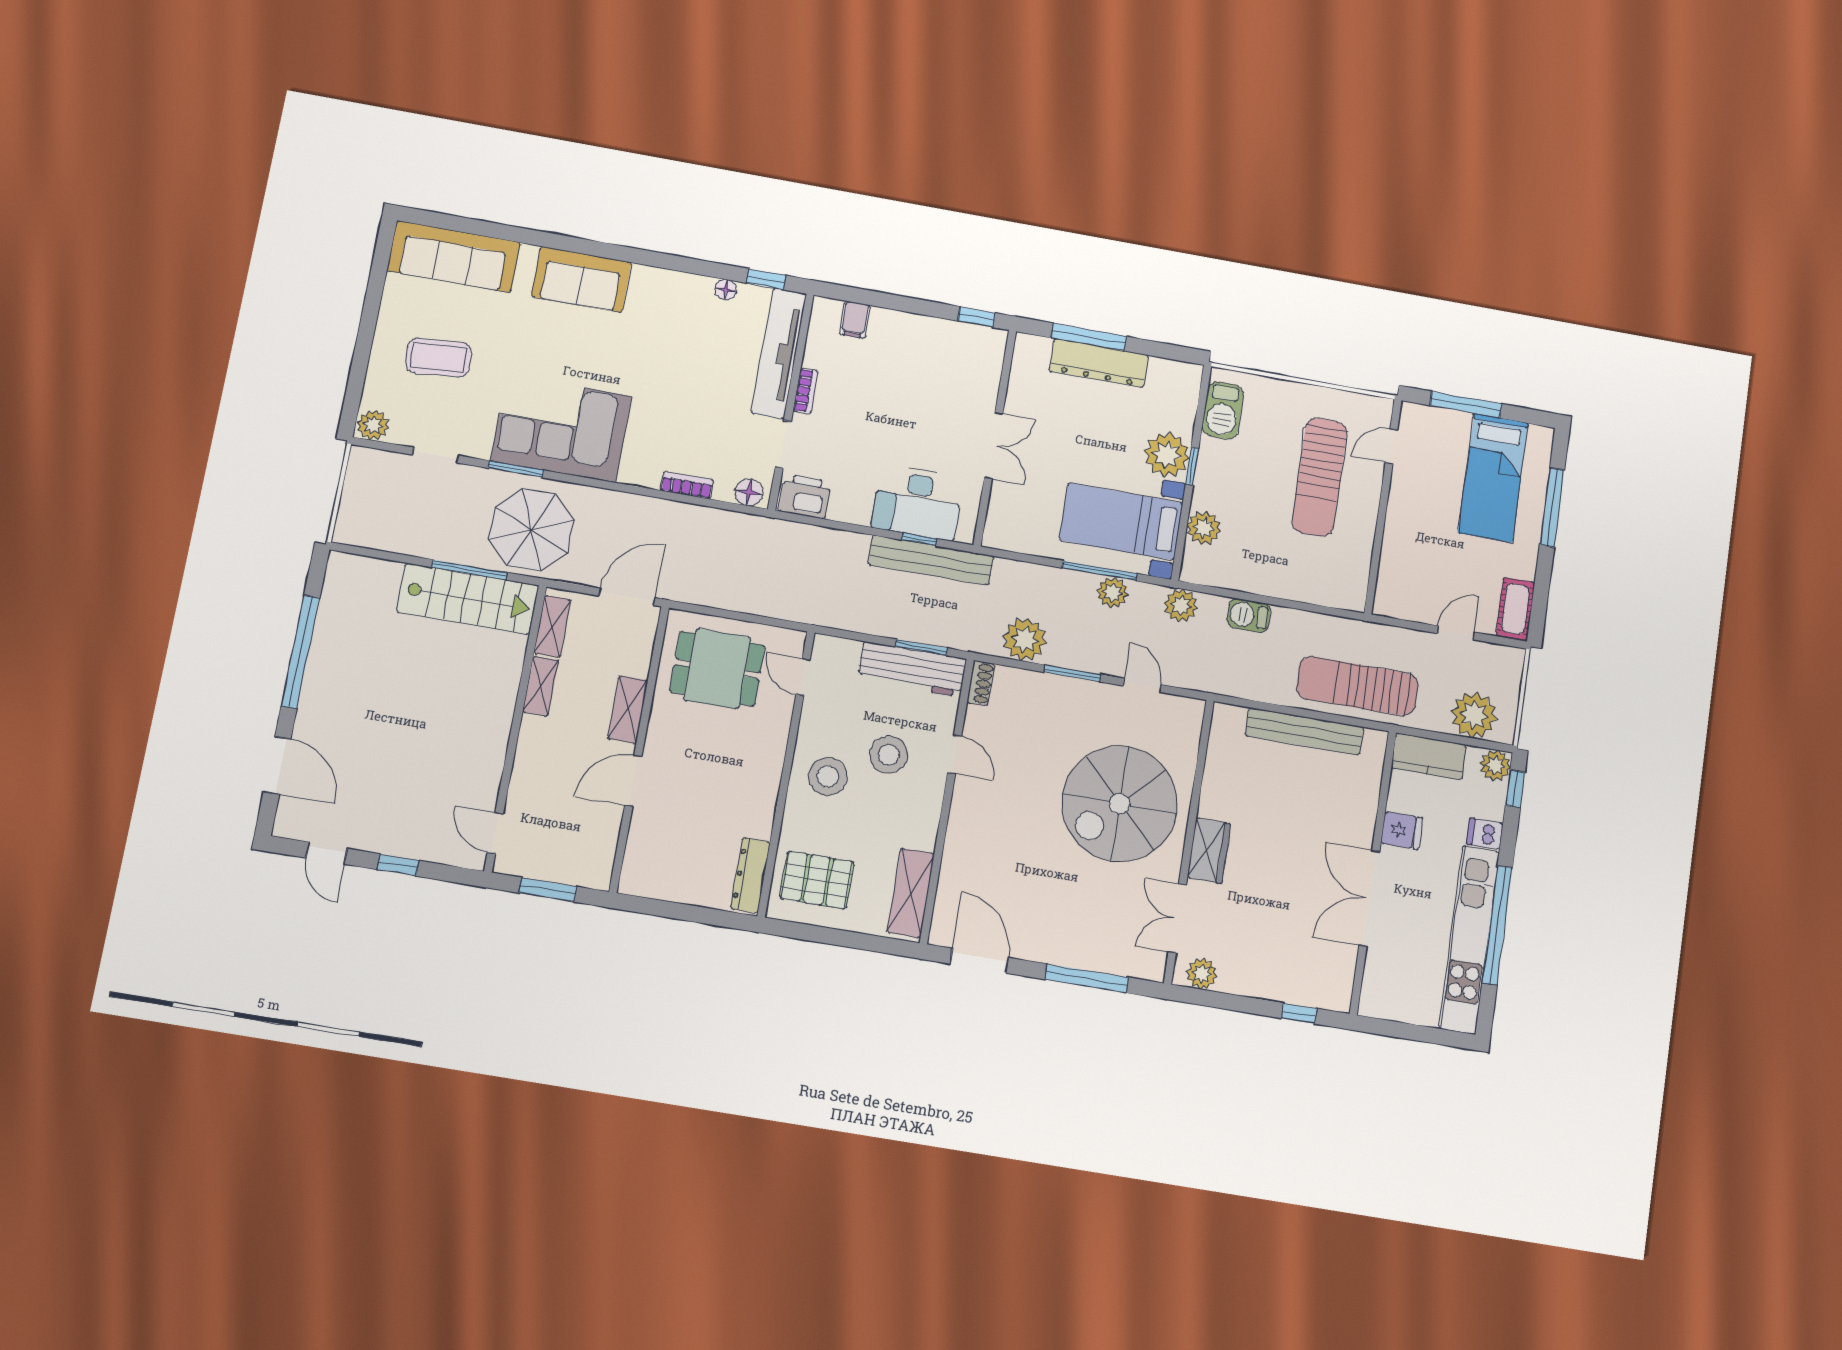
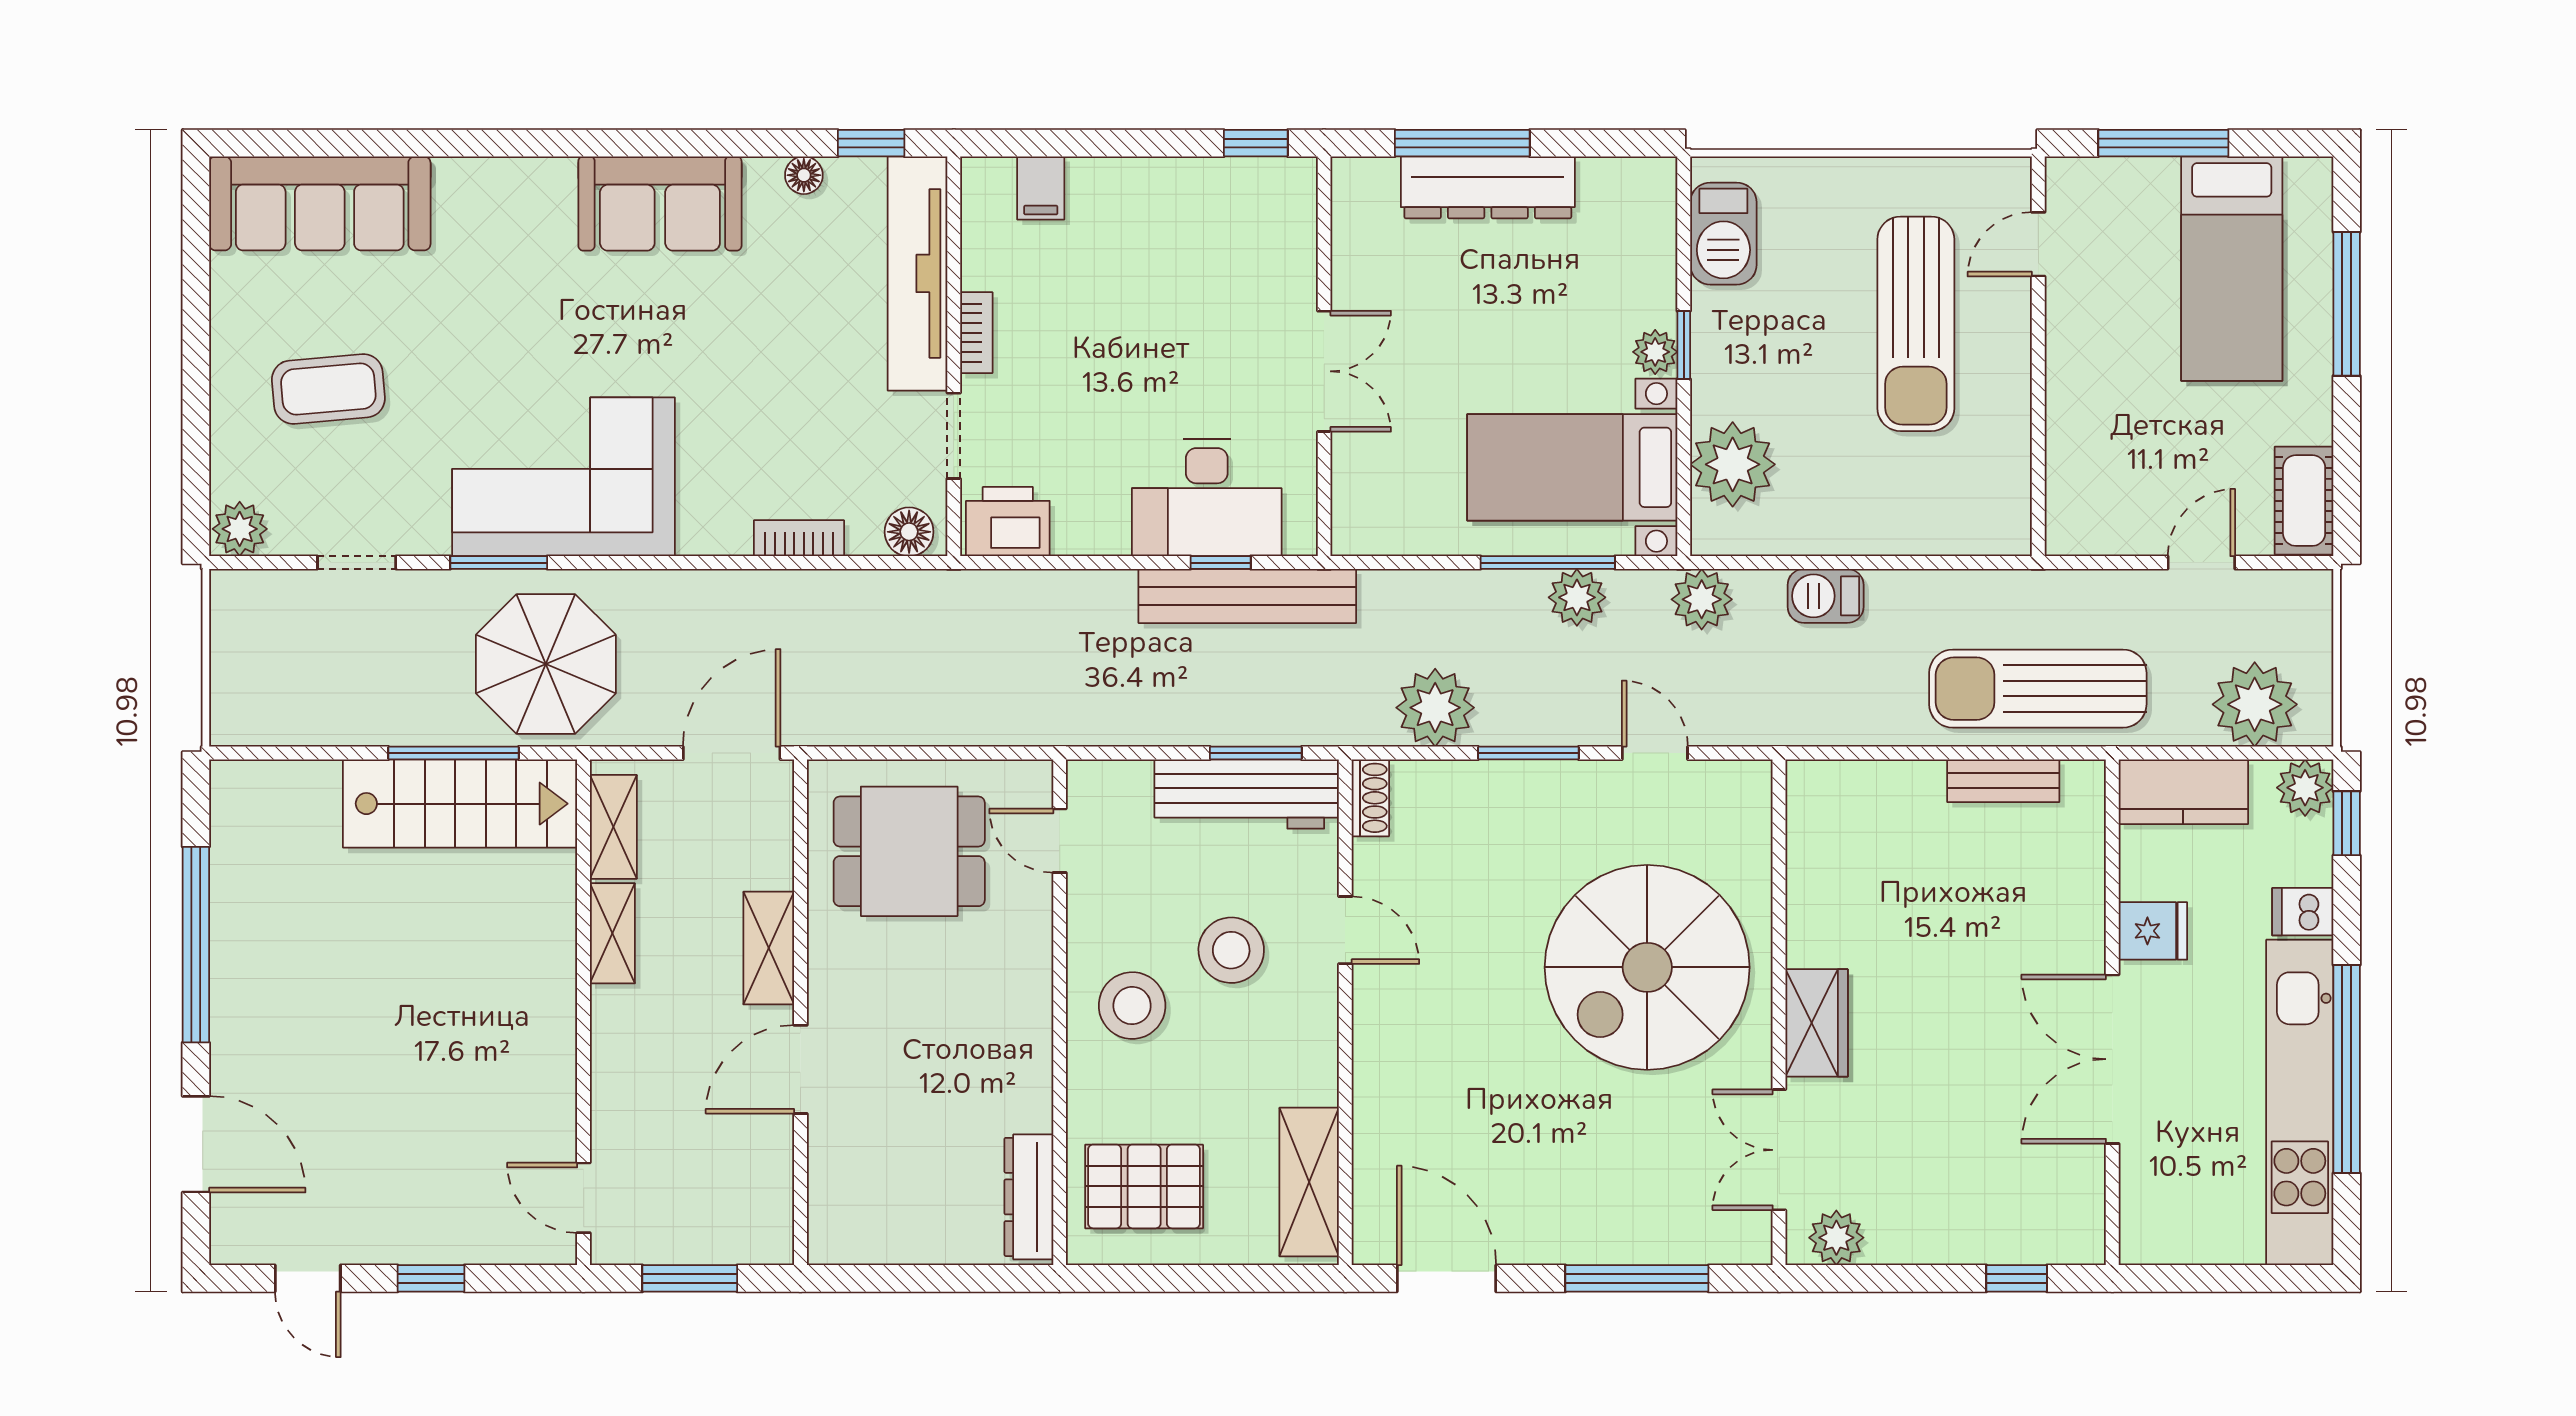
sofa: (581, 279) -> (660, 203), moved
plant: (1167, 455) -> (1655, 352), width x0.53, depth x0.53
plant: (1204, 528) -> (1733, 464), width x1.36, depth x1.36
bench: (1304, 731) -> (2003, 781), width x0.54, depth x0.82

